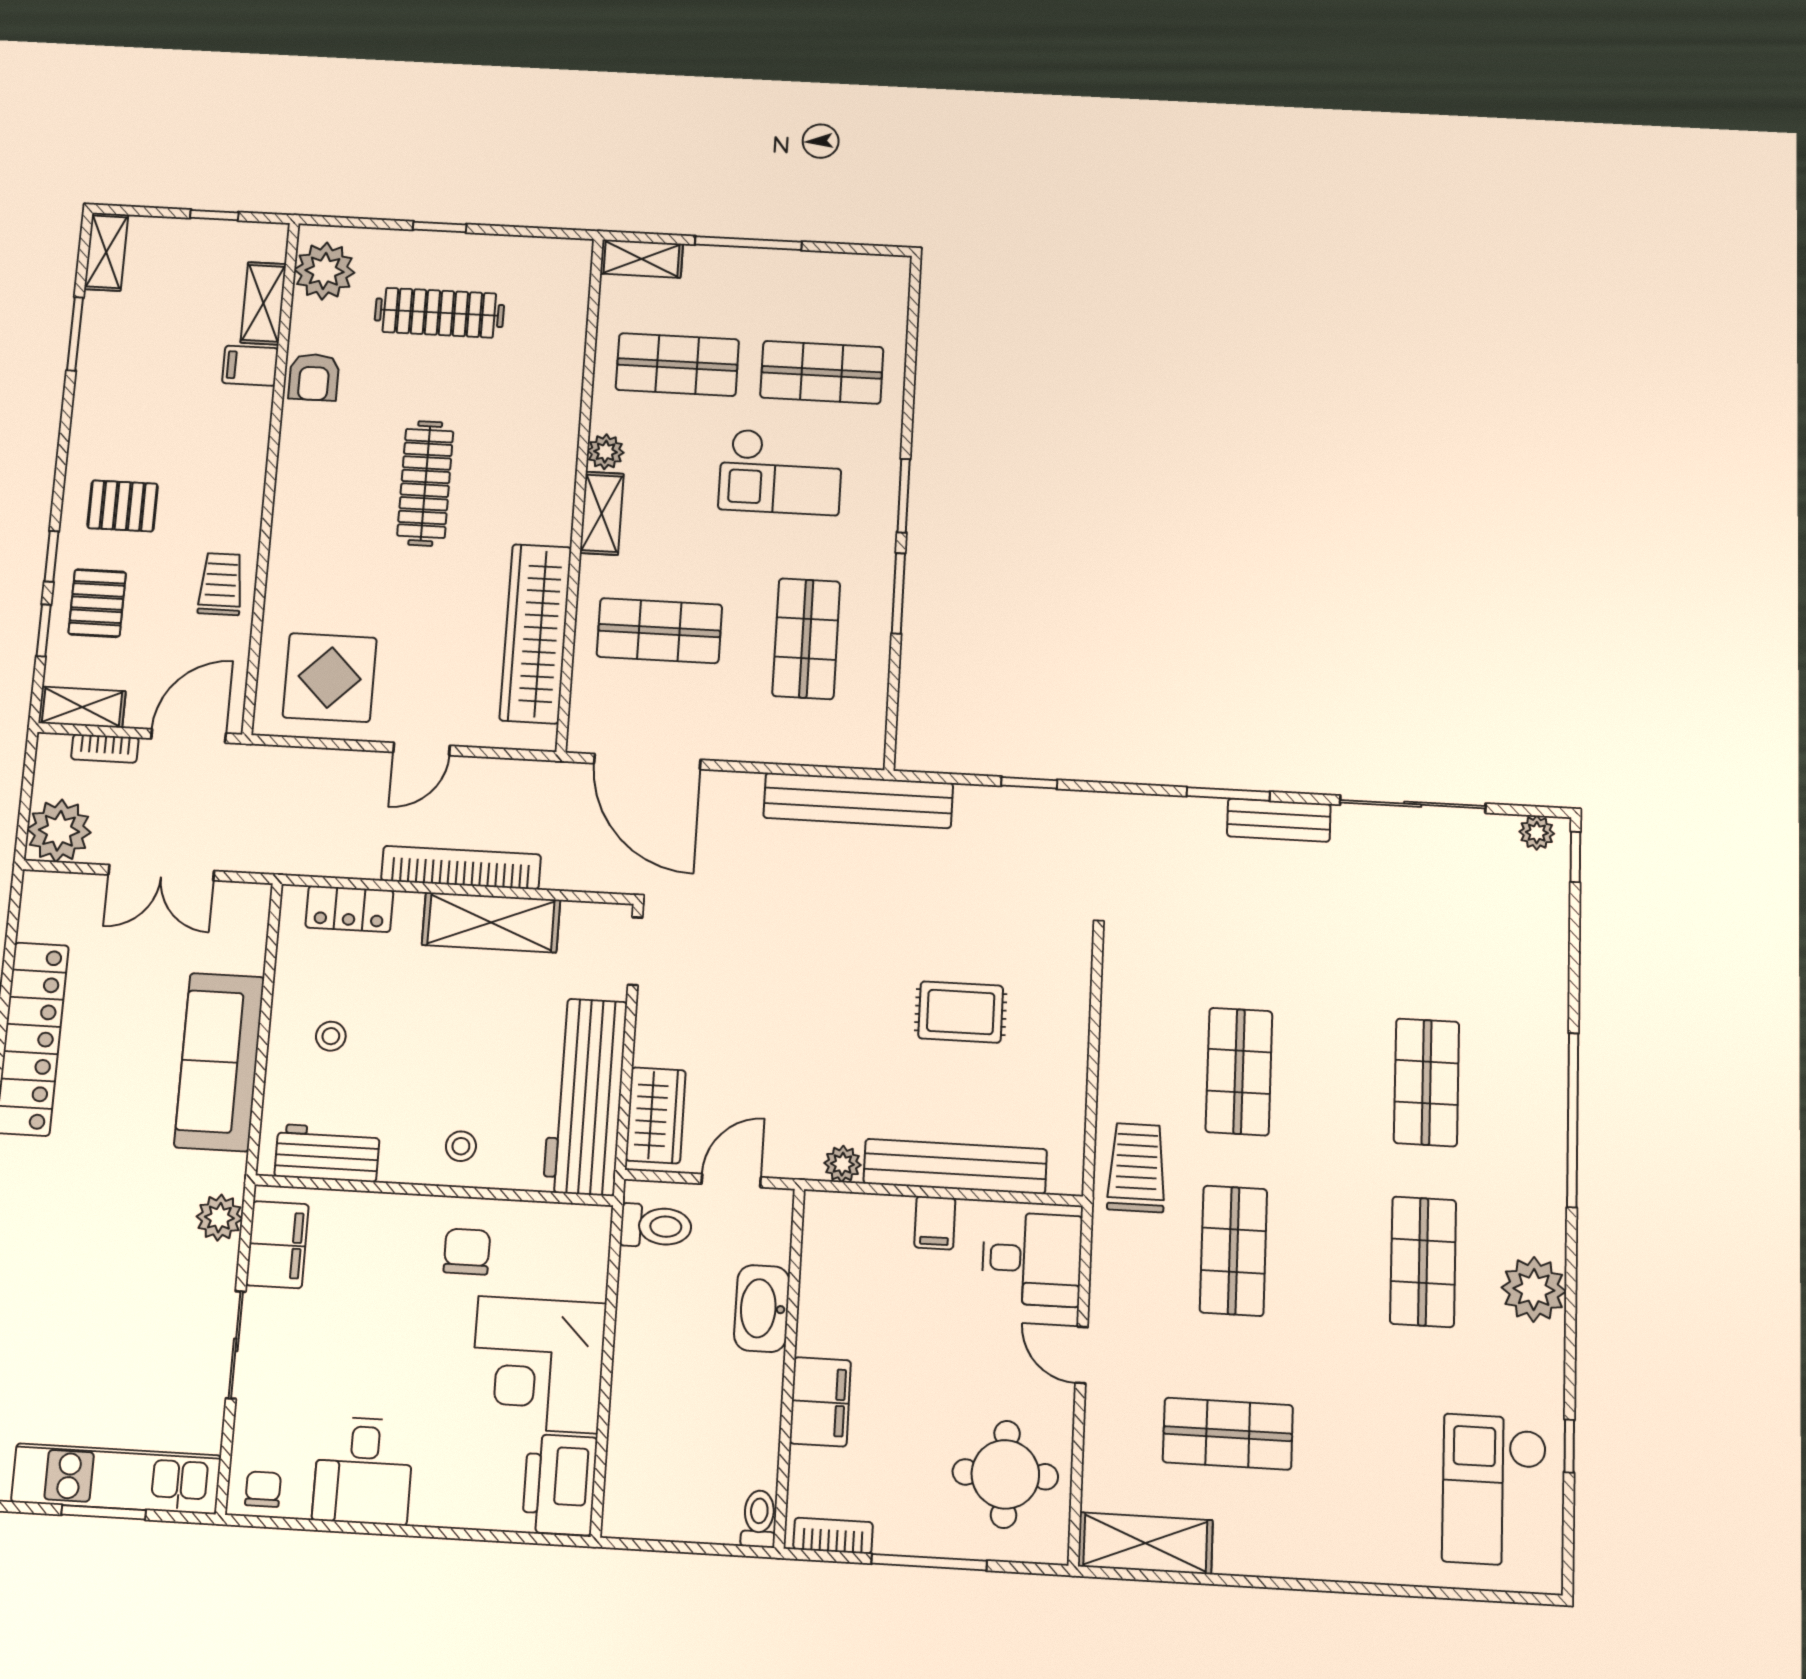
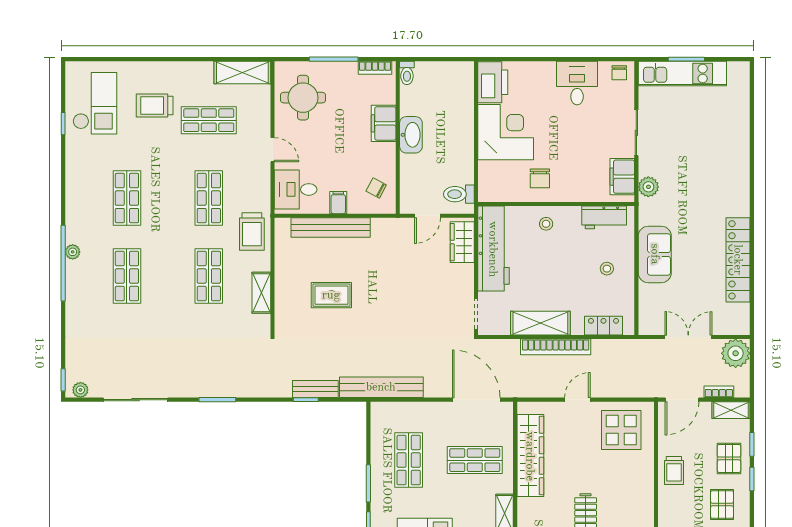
pallet: (123, 506) -> (722, 504), turned 90
bench: (1279, 820) -> (315, 389), moved
shelving: (1120, 1027) -> (261, 293), added
sofa: (219, 1062) -> (655, 254), width x0.73
plant: (842, 1164) -> (380, 226), removed
chair: (845, 1251) -> (376, 188), added
plant: (1534, 1289) -> (73, 252), moved, width x0.53, depth x0.53
washbasin: (762, 1309) -> (411, 135), moved
trolley: (1354, 1476) -> (155, 106), added

